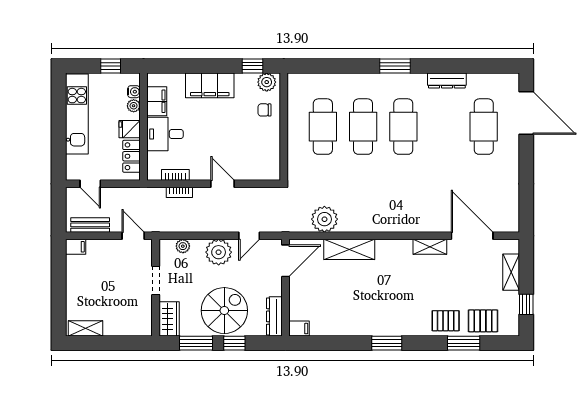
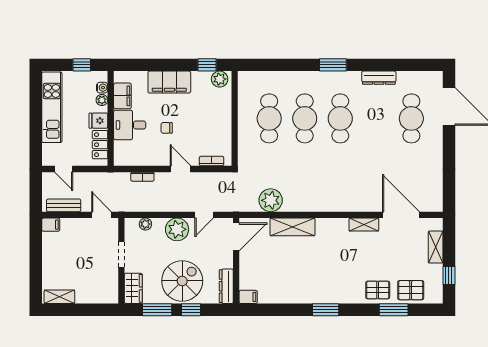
chair: (264, 110) -> (167, 128), moved
bookcase: (175, 175) -> (212, 161), moved

